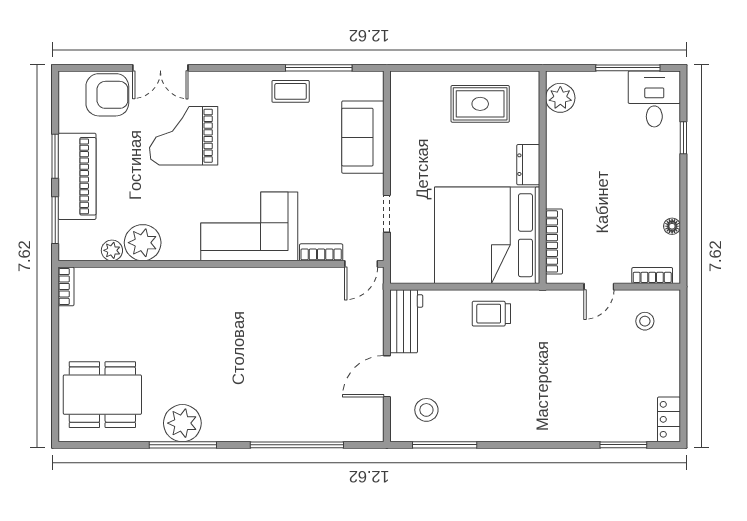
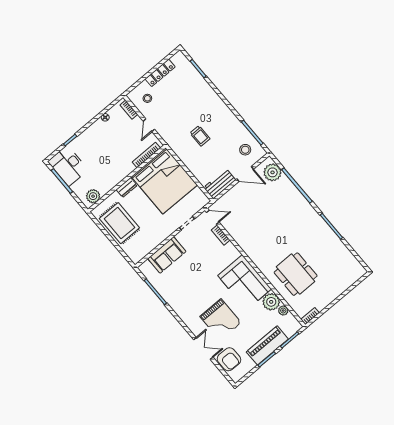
coffee table: (291, 91) -> (172, 295), removed
armchair: (107, 95) -> (229, 359), turned 180
desk: (654, 99) -> (68, 166), width x1.37
rug: (480, 104) -> (119, 223), width x1.36, depth x1.43
corner sofa: (249, 226) -> (245, 282), moved
door: (599, 287) -> (149, 125), swing flipped
trolley: (491, 314) -> (200, 136), moved
dining table: (102, 395) -> (296, 274), moved
locker: (669, 419) -> (160, 73), moved, width x1.53
plant: (182, 423) -> (273, 172), moved

